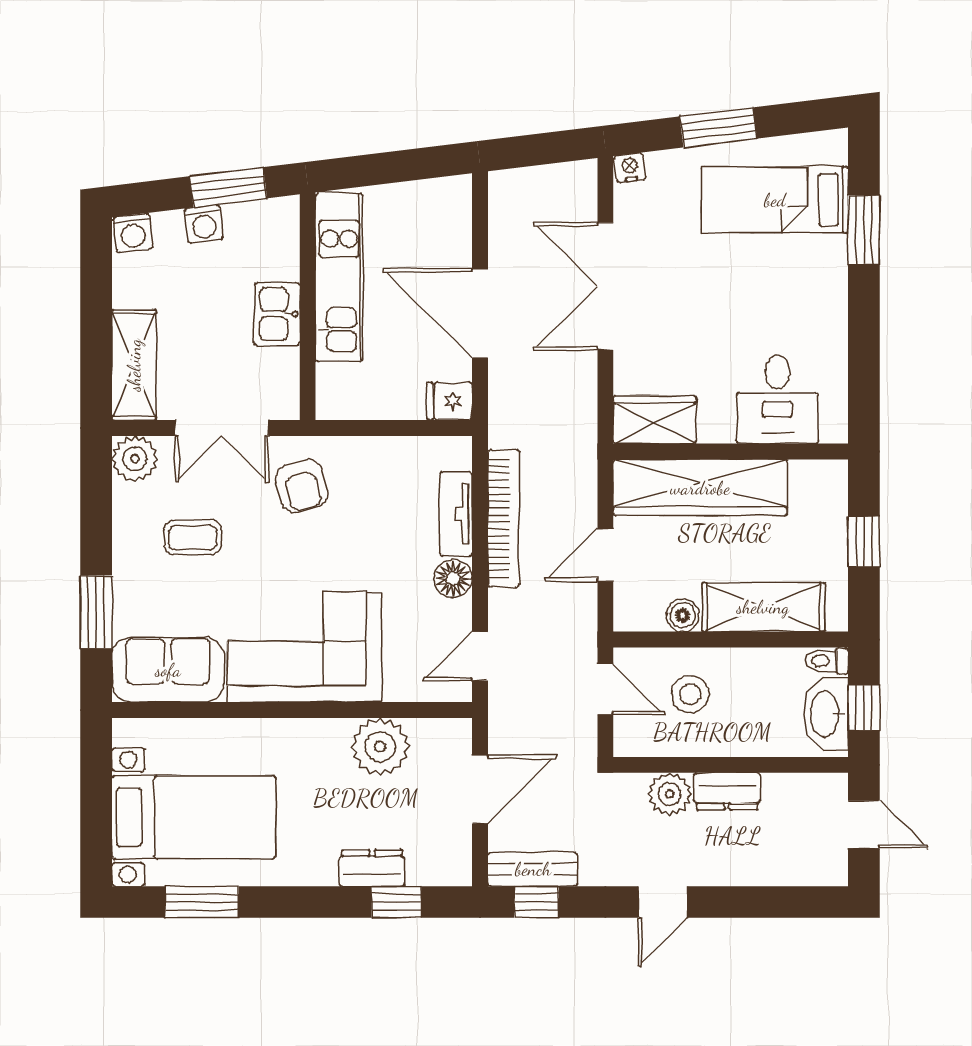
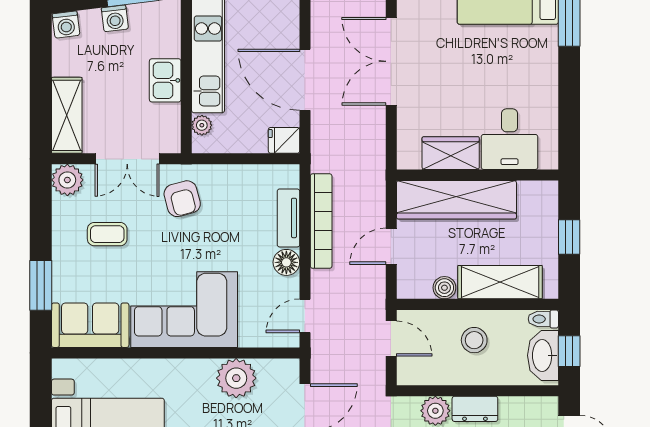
plant: (330, 379) -> (202, 125), added
wardrobe: (655, 420) -> (451, 153), moved
stool: (690, 694) -> (474, 340), moved

